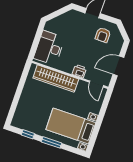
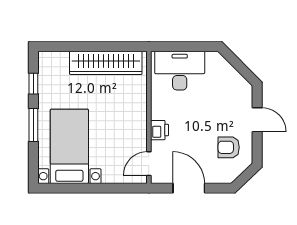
wardrobe: (56, 79) -> (106, 63), moved, turned -90

